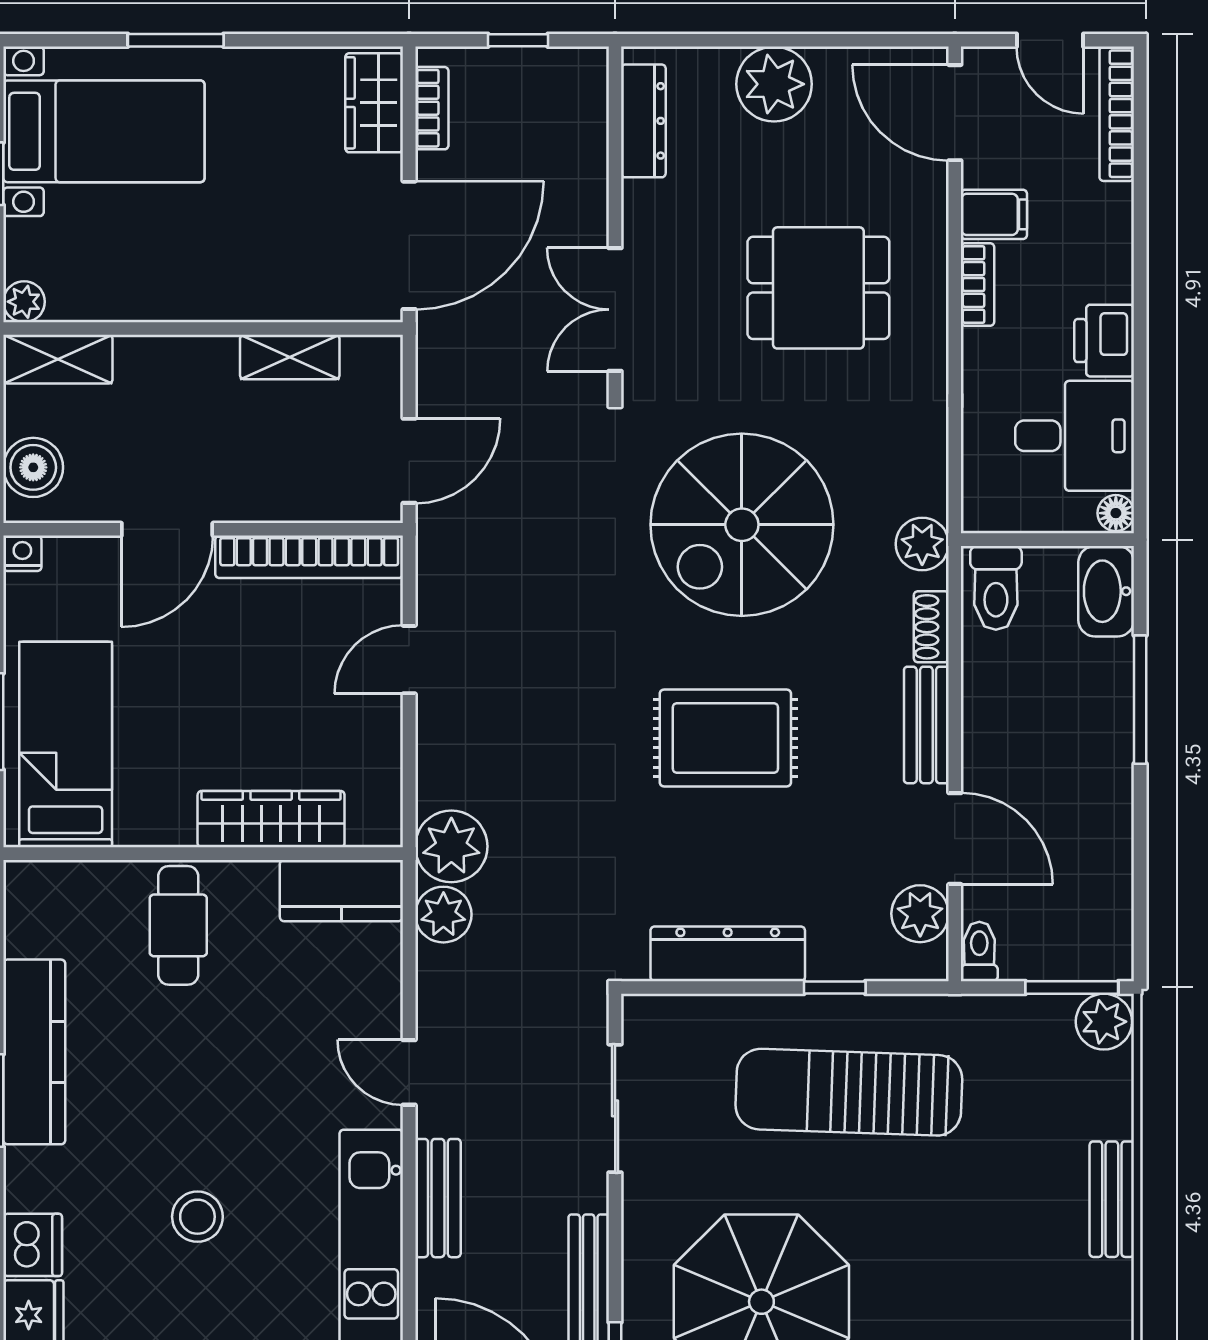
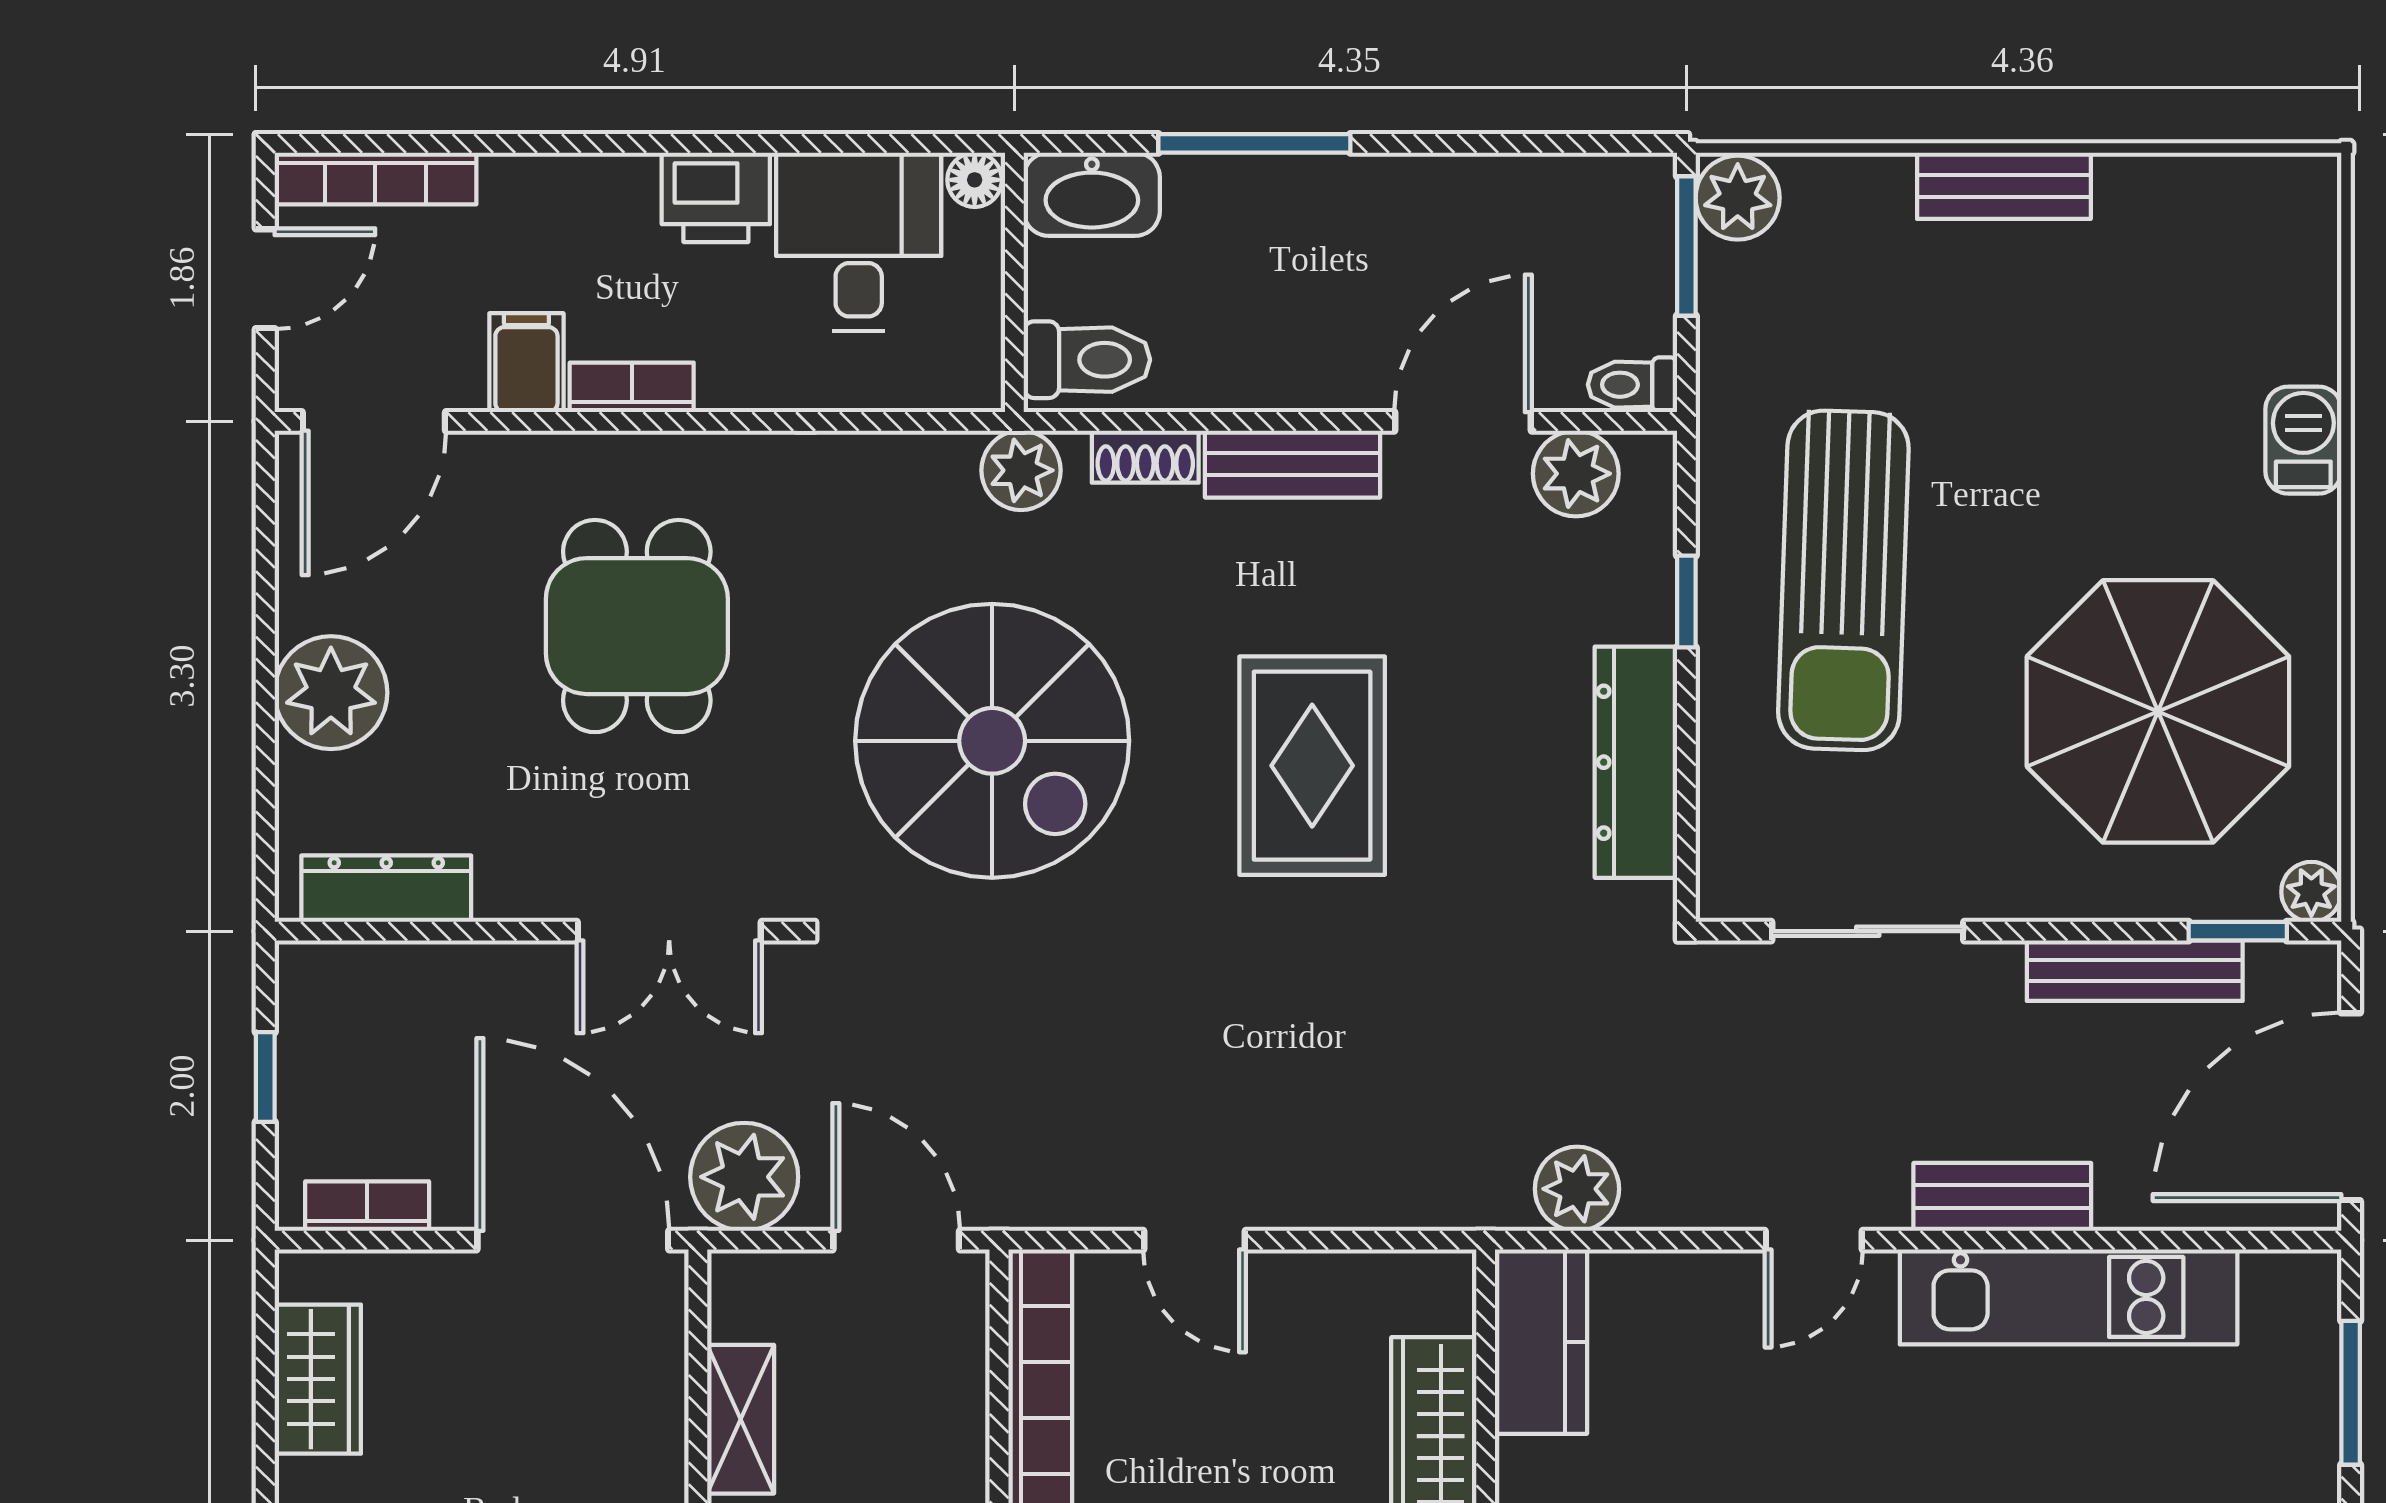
wardrobe: (374, 103) -> (318, 1379), moved, turned -90
plant: (451, 846) -> (744, 1177), moved

